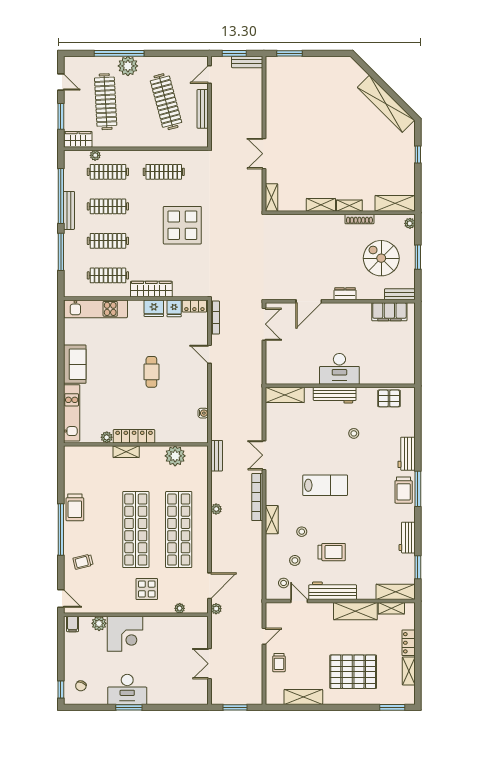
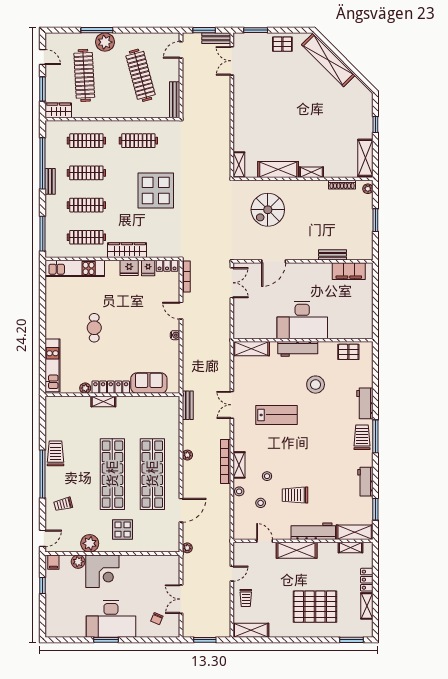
window: (119, 53) -> (97, 30), width x0.68
pallet: (318, 68) -> (282, 44), added
shelving: (386, 104) -> (328, 60), moved
bench: (203, 109) -> (175, 100), moved
double door: (264, 154) -> (232, 61), moved
plant: (95, 155) -> (74, 125), removed
shelving: (395, 203) -> (365, 158), moved, turned 90
shelving: (321, 205) -> (278, 169), width x1.50, depth x1.33
bench: (69, 210) -> (50, 181), width x0.73
shoe rack: (359, 219) -> (342, 185), moved
window: (61, 252) -> (43, 234), moved
spiral stairs: (381, 258) -> (268, 210), moved, turned -90
dresser: (345, 294) -> (307, 254), removed
bench: (399, 294) -> (332, 255), moved
sofa: (75, 364) -> (149, 383), moved, turned -90
desk: (339, 369) -> (302, 320), width x1.36, depth x1.30
cafe table: (151, 372) -> (94, 328), moved
water cooler: (203, 413) -> (175, 335), moved
stool: (354, 433) -> (316, 385), width x1.89, depth x1.89
plant: (175, 456) -> (149, 406), removed
lab bench: (325, 485) -> (276, 415), moved
trolley: (404, 490) -> (362, 437), turned 180
bookcase: (257, 497) -> (226, 461), moved
trolley: (75, 507) -> (56, 453), turned 180
trolley: (332, 552) -> (295, 495), turned 180
stool: (284, 583) -> (239, 491), moved
door: (209, 586) -> (181, 510), moved
workbench: (333, 591) -> (313, 531), moved
door: (61, 598) -> (43, 538), hinge flipped
plant: (180, 608) -> (90, 543), moved, width x1.88, depth x1.88
shelving: (355, 611) -> (297, 550), moved
chair: (81, 686) -> (157, 619), moved
desk: (127, 689) -> (111, 619), width x1.36, depth x1.30
window: (61, 690) -> (43, 585), moved
shelving: (303, 697) -> (251, 630), moved

